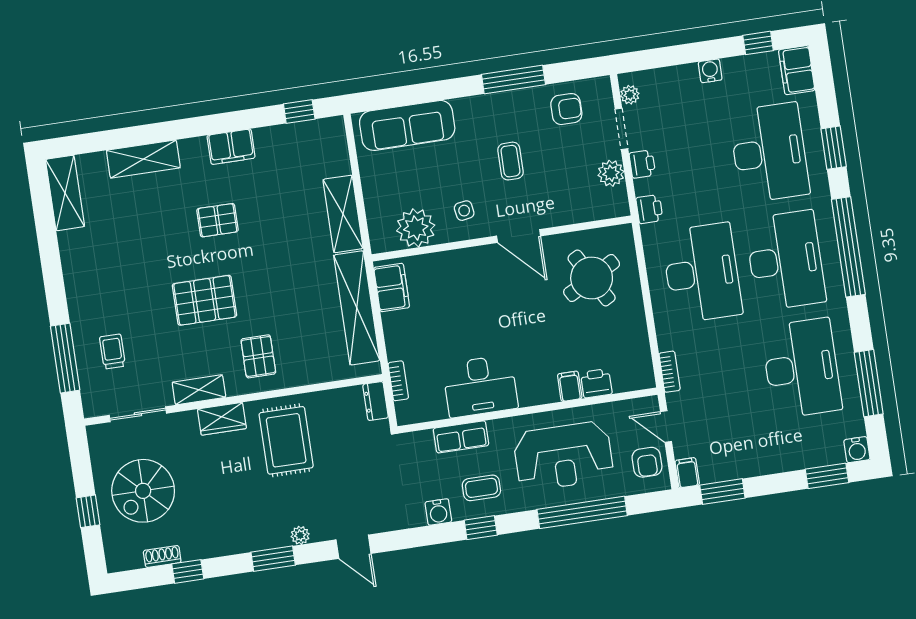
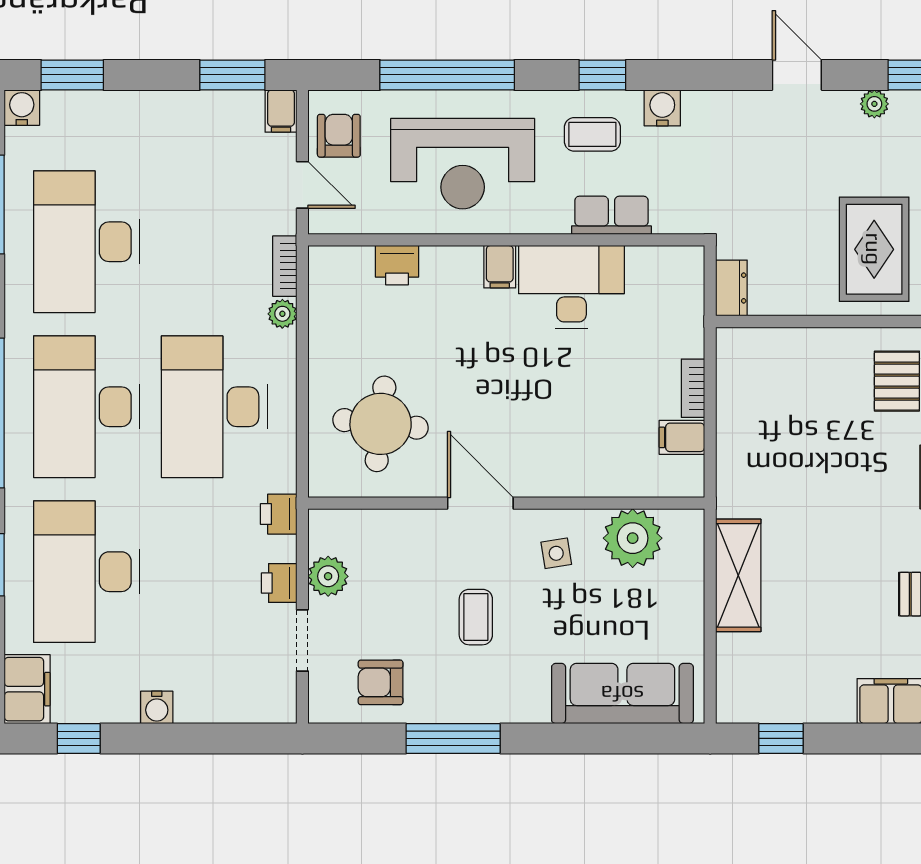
plant: (630, 95) -> (282, 314), moved
round table: (592, 278) -> (381, 424), turned 35
filing cabinet: (392, 287) -> (682, 437), width x0.50
shelving: (357, 308) -> (739, 432), removed
bookcase: (398, 381) -> (693, 388), moved
filing cabinet: (570, 386) -> (500, 267), moved
reception desk: (563, 456) -> (463, 164), turned 180

